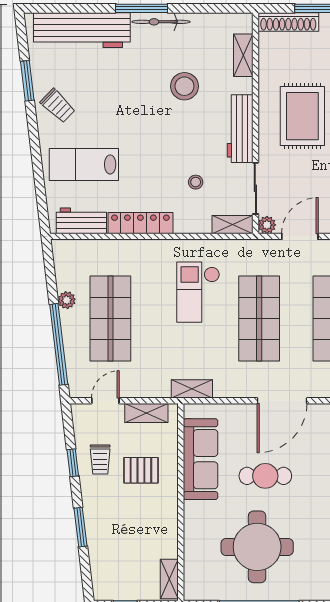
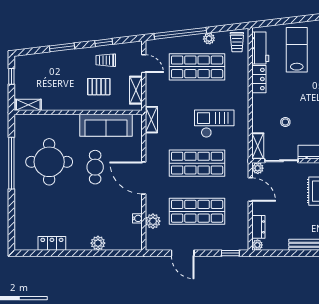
locker: (140, 223) -> (259, 79), width x0.66
trolley: (72, 257) -> (237, 42), added
pallet: (141, 470) -> (99, 87), turned 90

